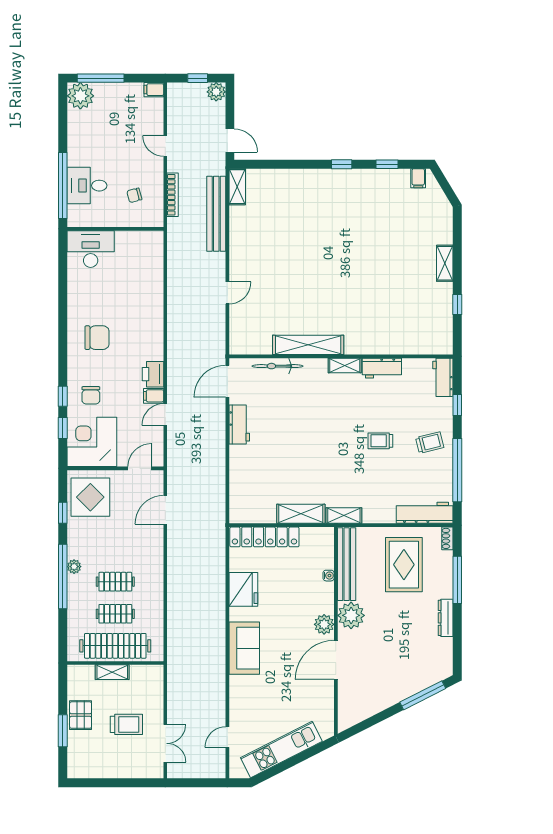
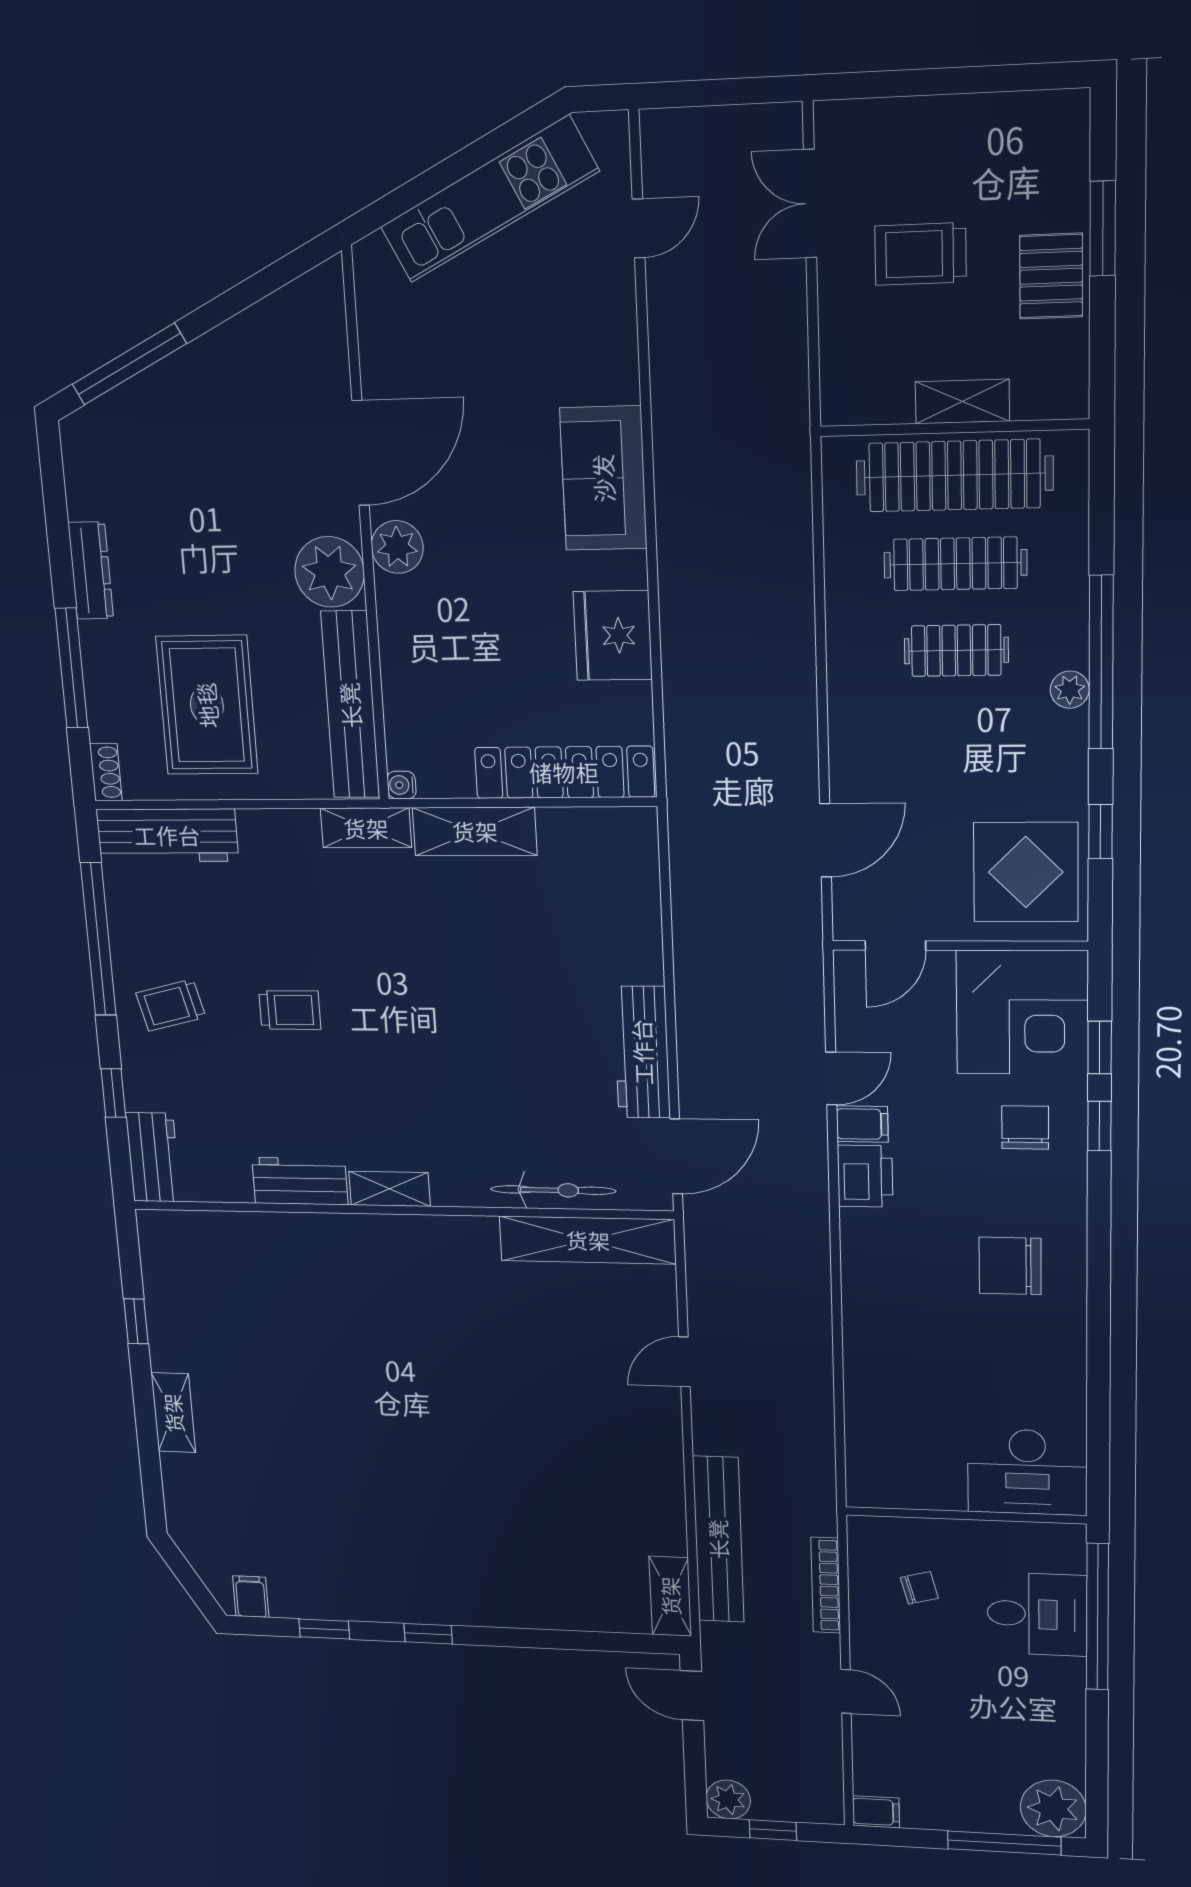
shelving: (308, 345) -> (588, 1240), moved
workbench: (239, 424) -> (642, 1052), width x1.38
water cooler: (329, 576) -> (401, 785), moved
clothes rail: (115, 614) -> (955, 564), width x1.36

